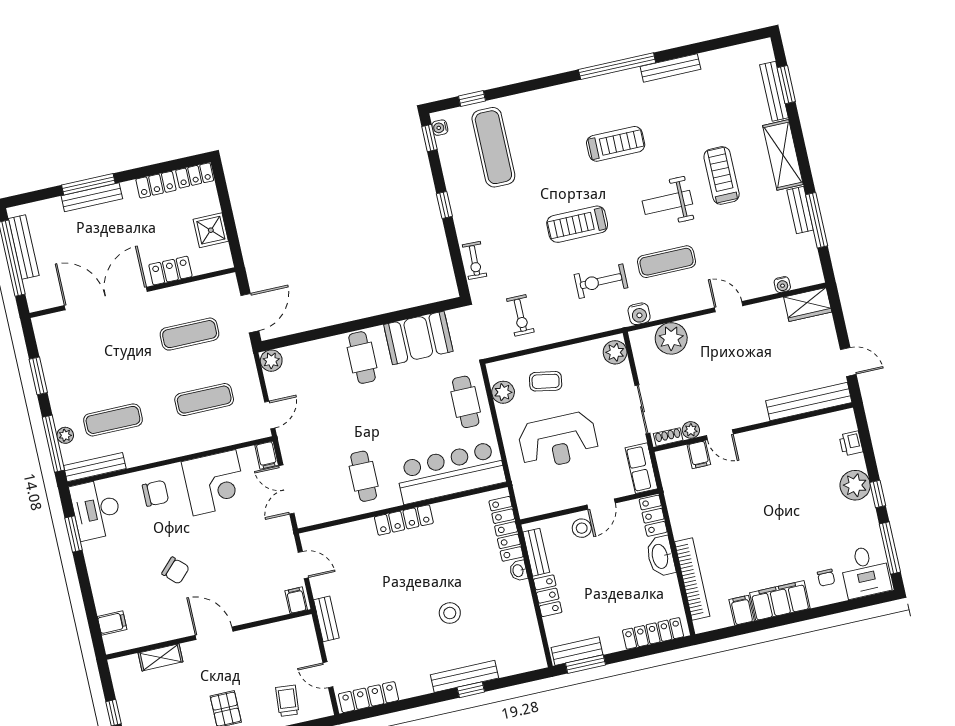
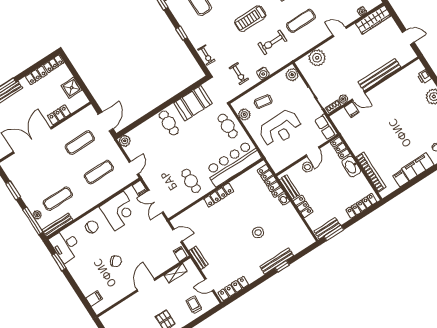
wardrobe: (808, 305) -> (373, 20), width x1.50
water cooler: (639, 314) -> (263, 73), moved
bench: (809, 402) -> (379, 75), moved
door: (214, 633) -> (146, 285), hinge flipped
shelving: (161, 657) -> (176, 273), moved

